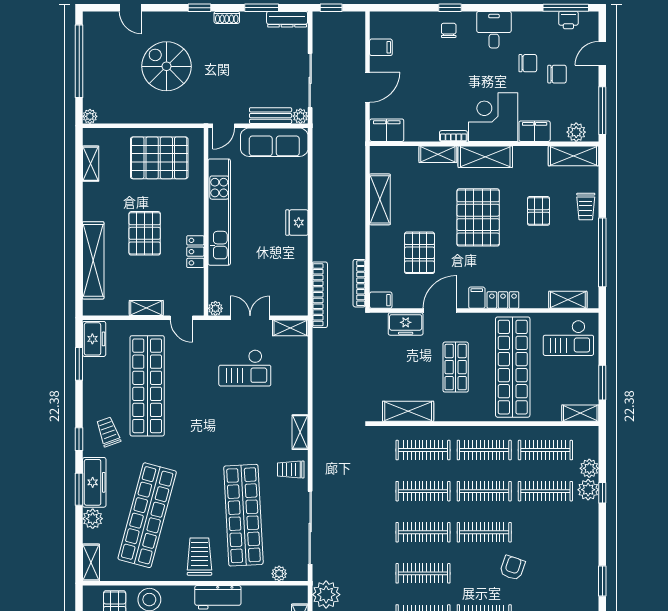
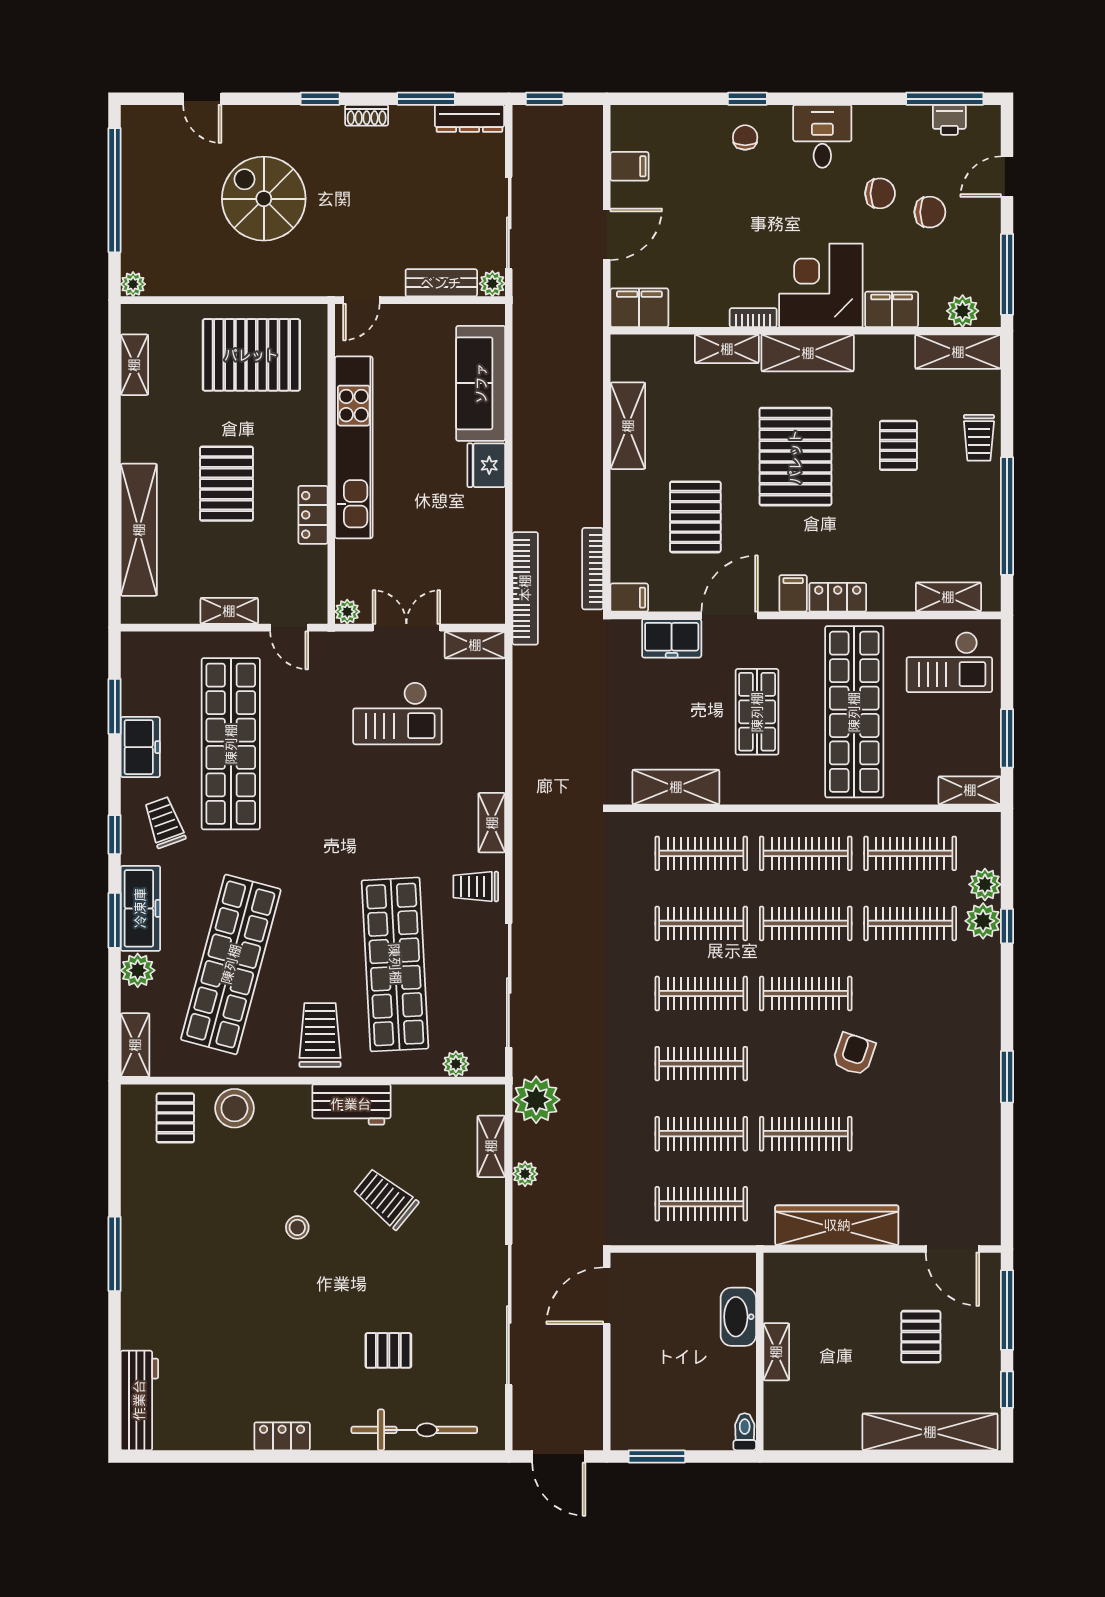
sofa: (274, 142) -> (481, 383), moved, turned 90
freezer: (94, 339) -> (140, 747), moved

